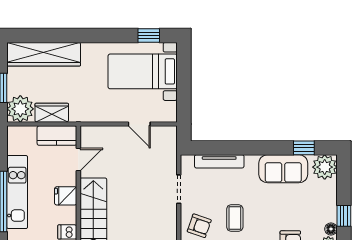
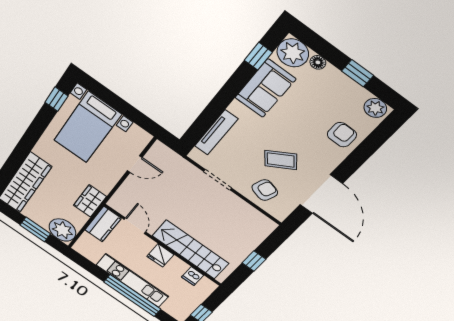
wardrobe: (52, 113) -> (90, 201), moved
coffee table: (235, 218) -> (281, 160), turned -35
floor lamp: (331, 229) -> (318, 62), moved

